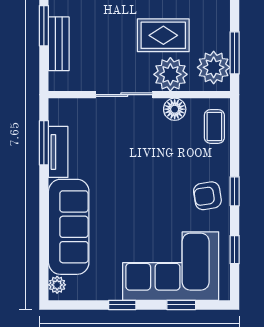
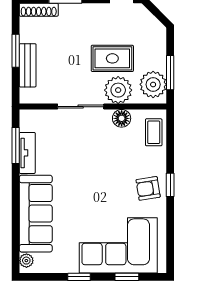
window: (235, 250) -> (170, 232), removed

